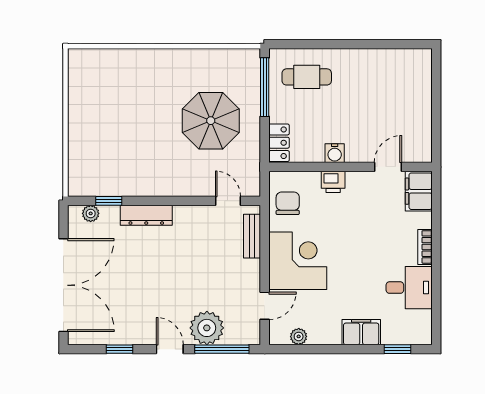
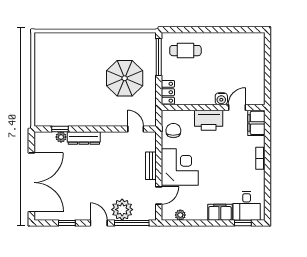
water cooler: (335, 153) -> (221, 99), moved
printer: (333, 182) -> (209, 120), width x1.87, depth x1.48
plant: (91, 213) -> (61, 137), moved
bench: (252, 236) -> (151, 166), moved
desk: (409, 288) -> (247, 206), moved, turned 90

